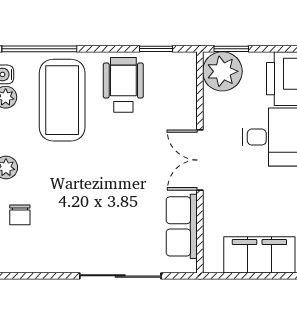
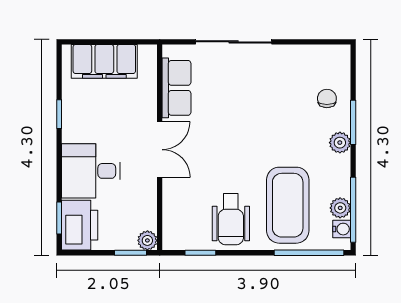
plant: (222, 71) -> (147, 240), width x0.53, depth x0.53

